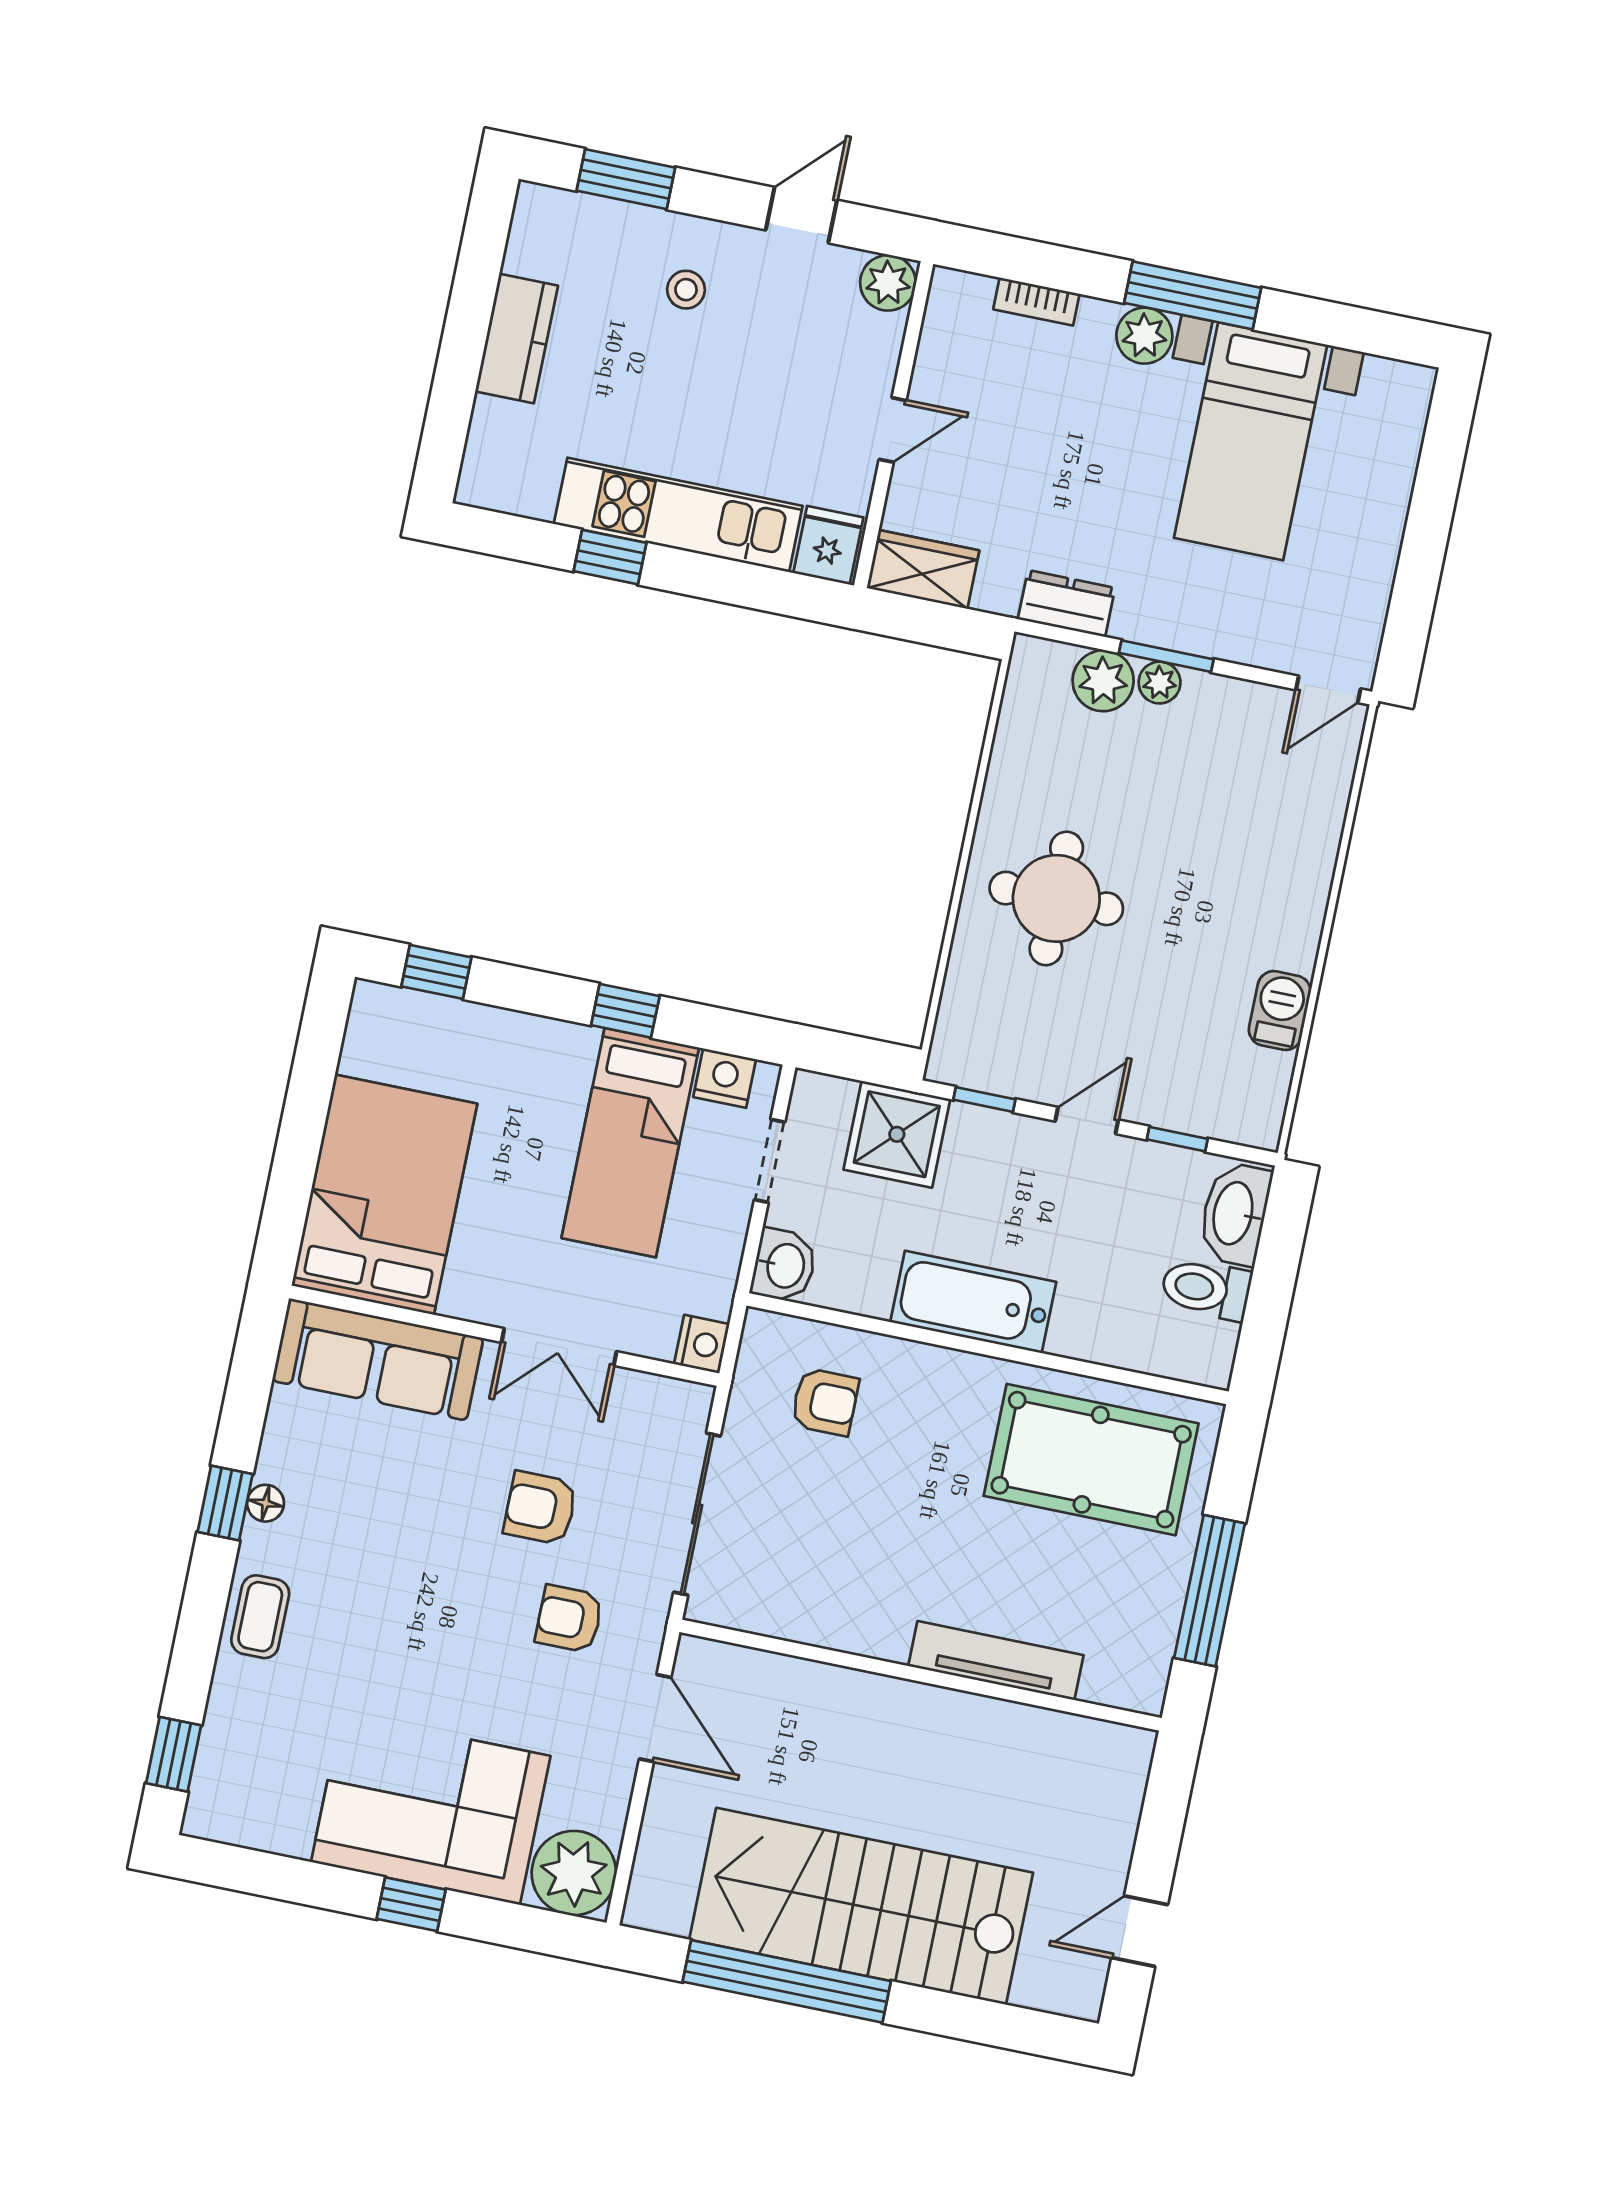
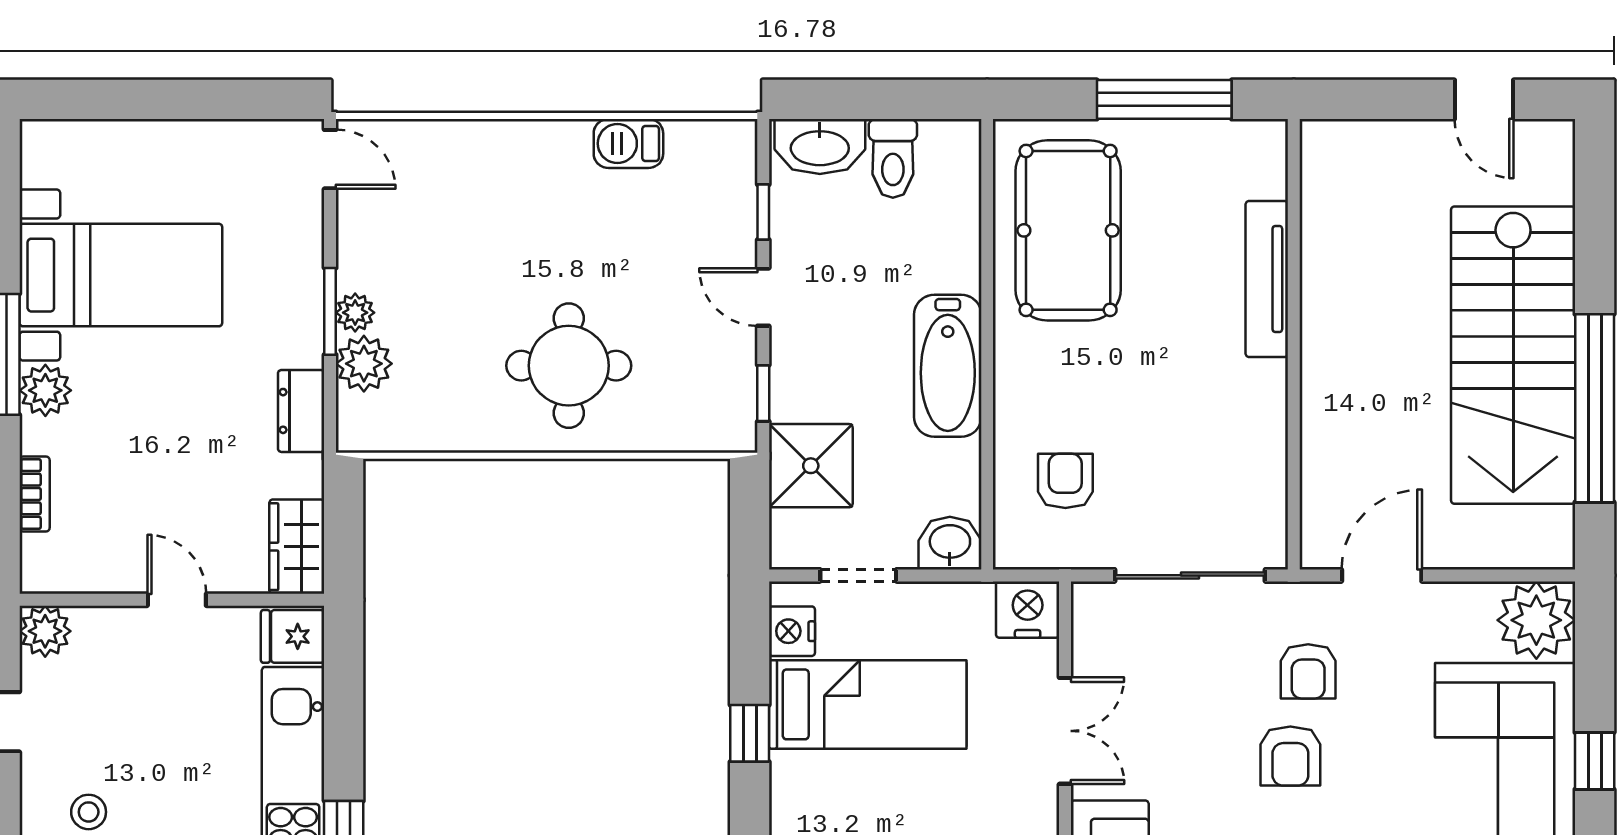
nightstand: (702, 1344) -> (1028, 610), width x1.36, depth x1.33
armchair: (540, 1508) -> (1290, 756), moved

